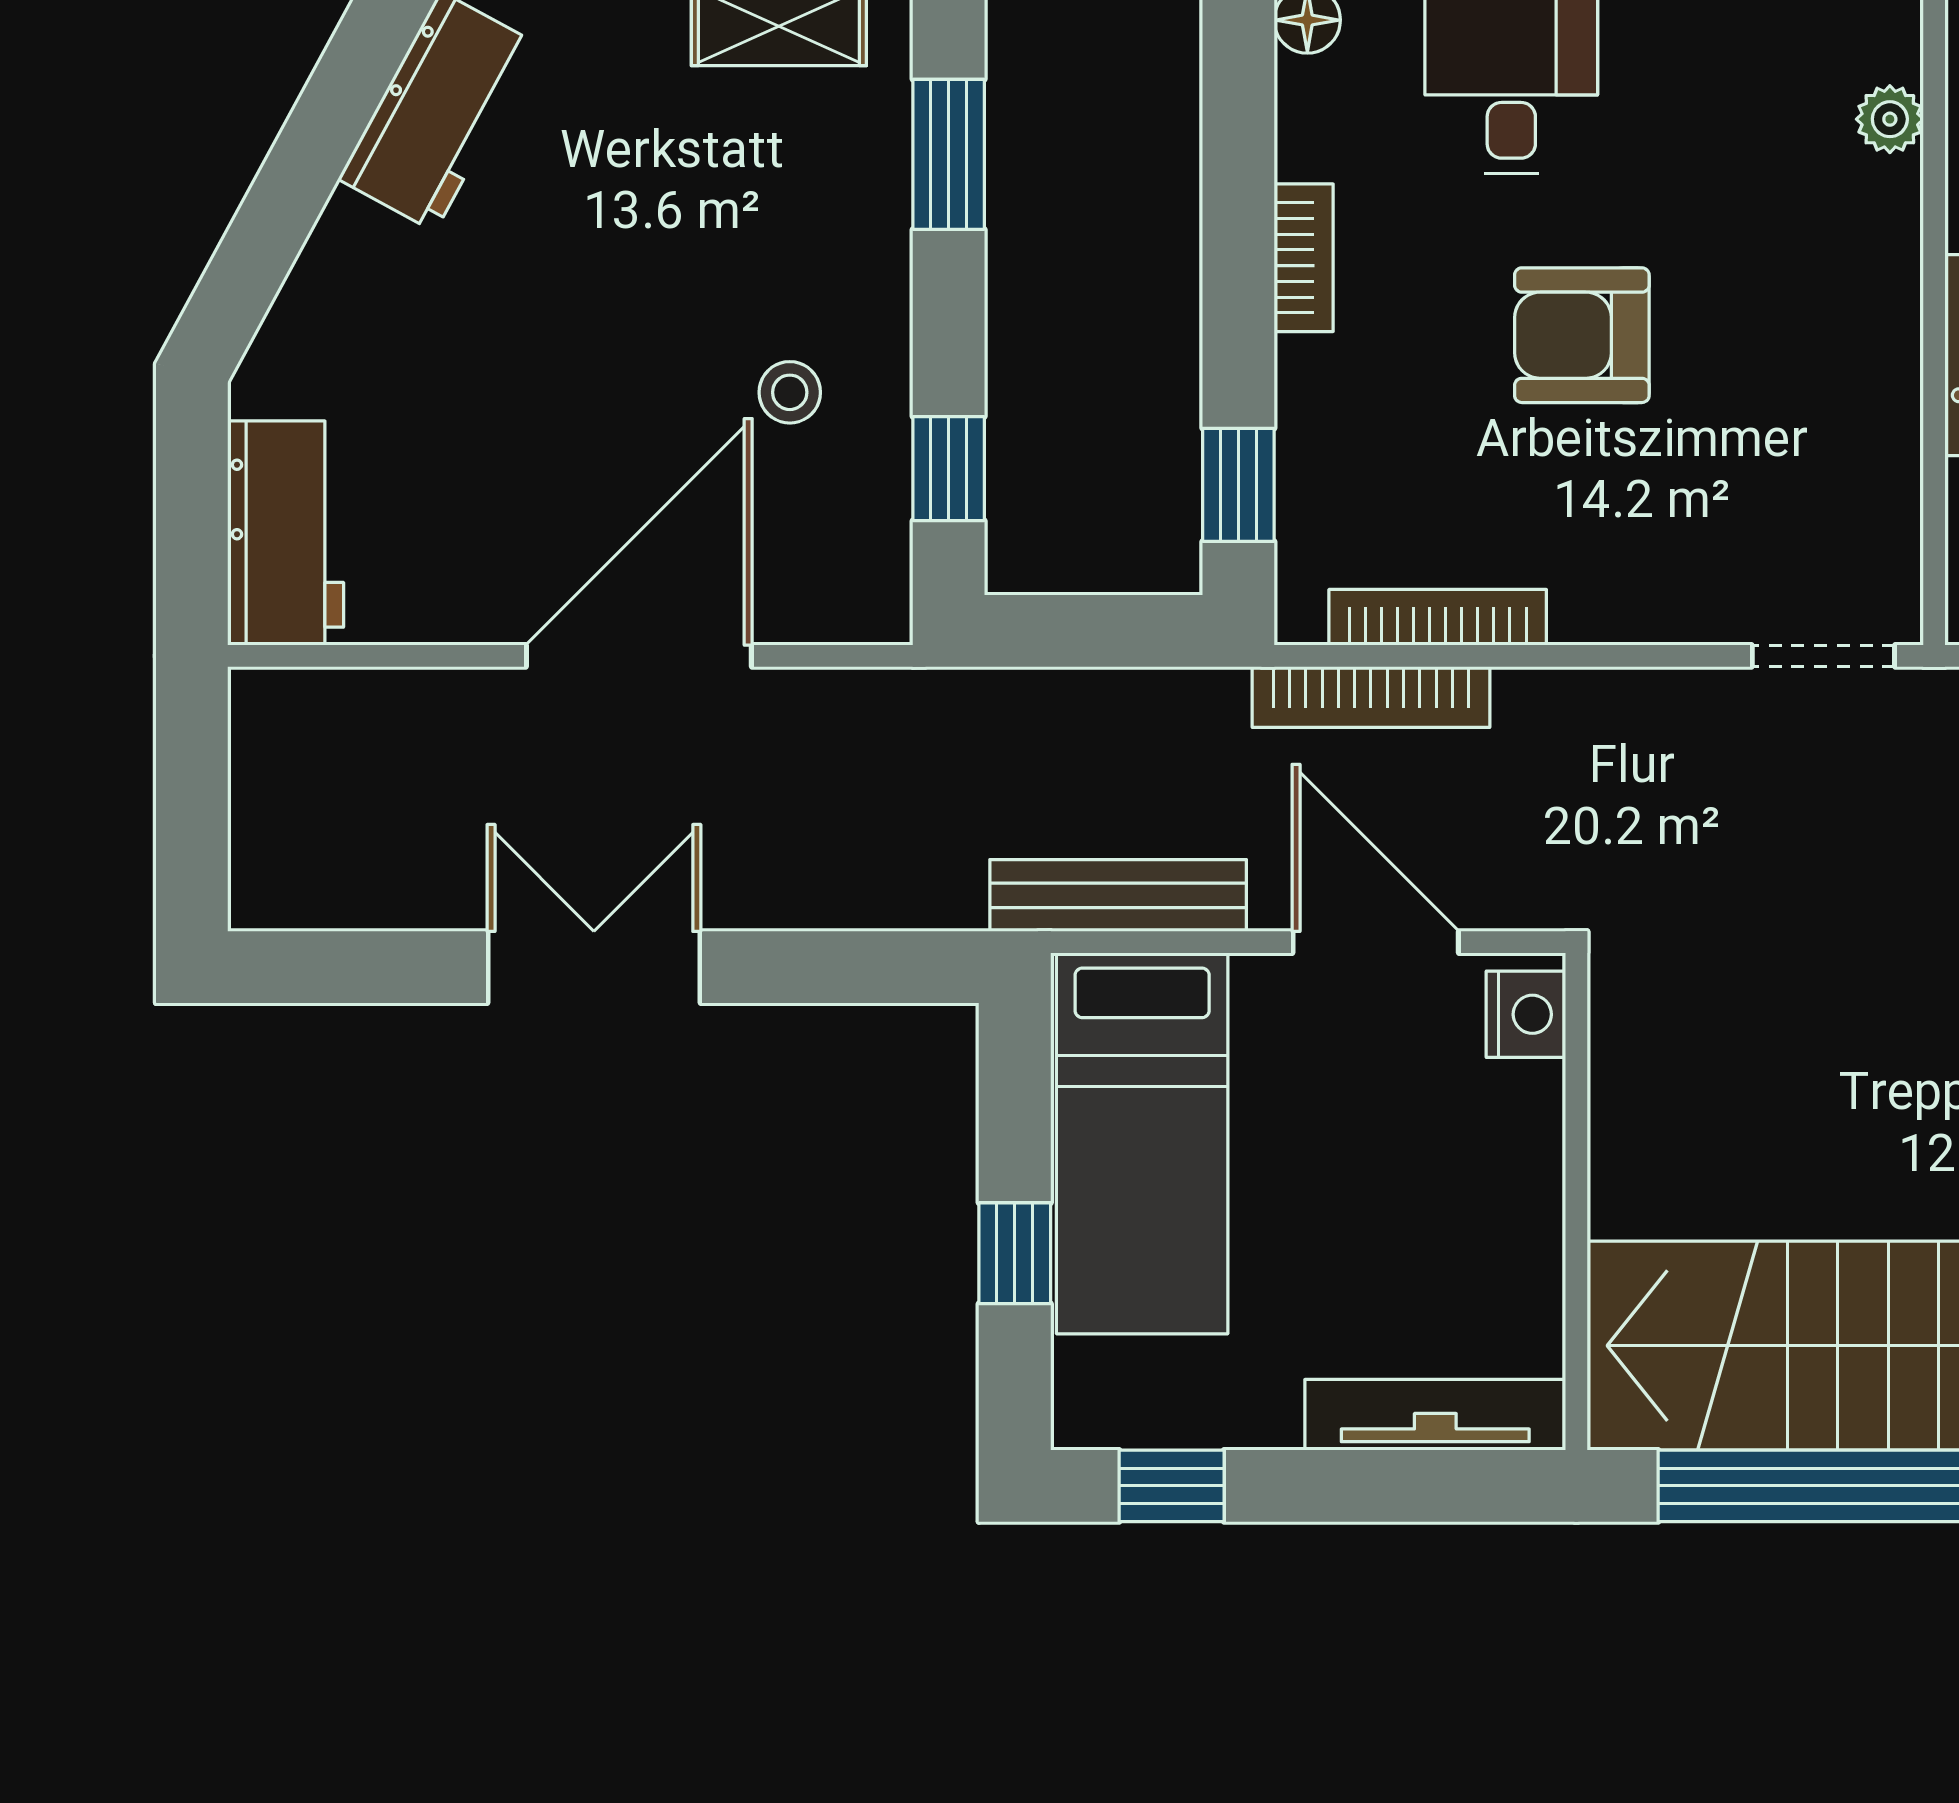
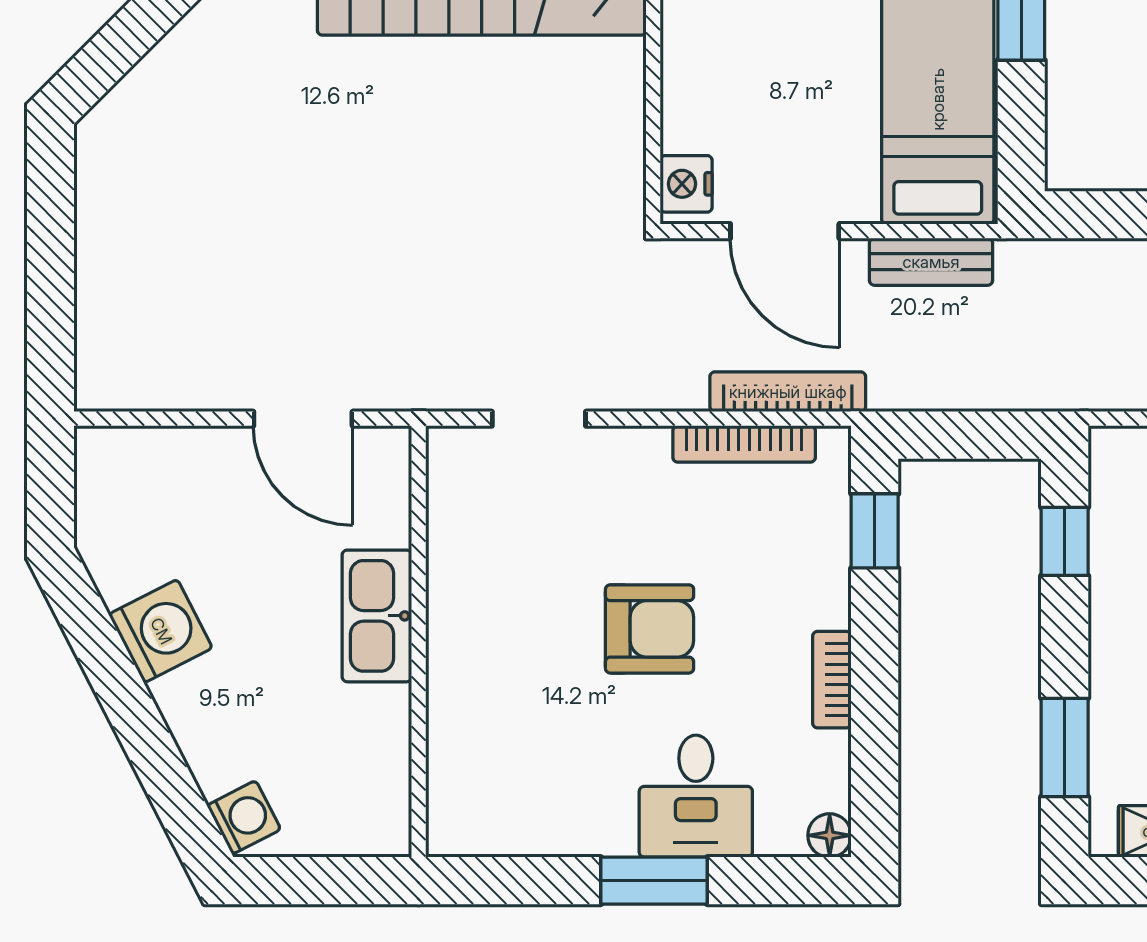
plant: (1890, 119) -> (448, 770), removed
doorway: (1823, 656) -> (539, 419), moved
bench: (1118, 895) -> (931, 262), width x0.73

